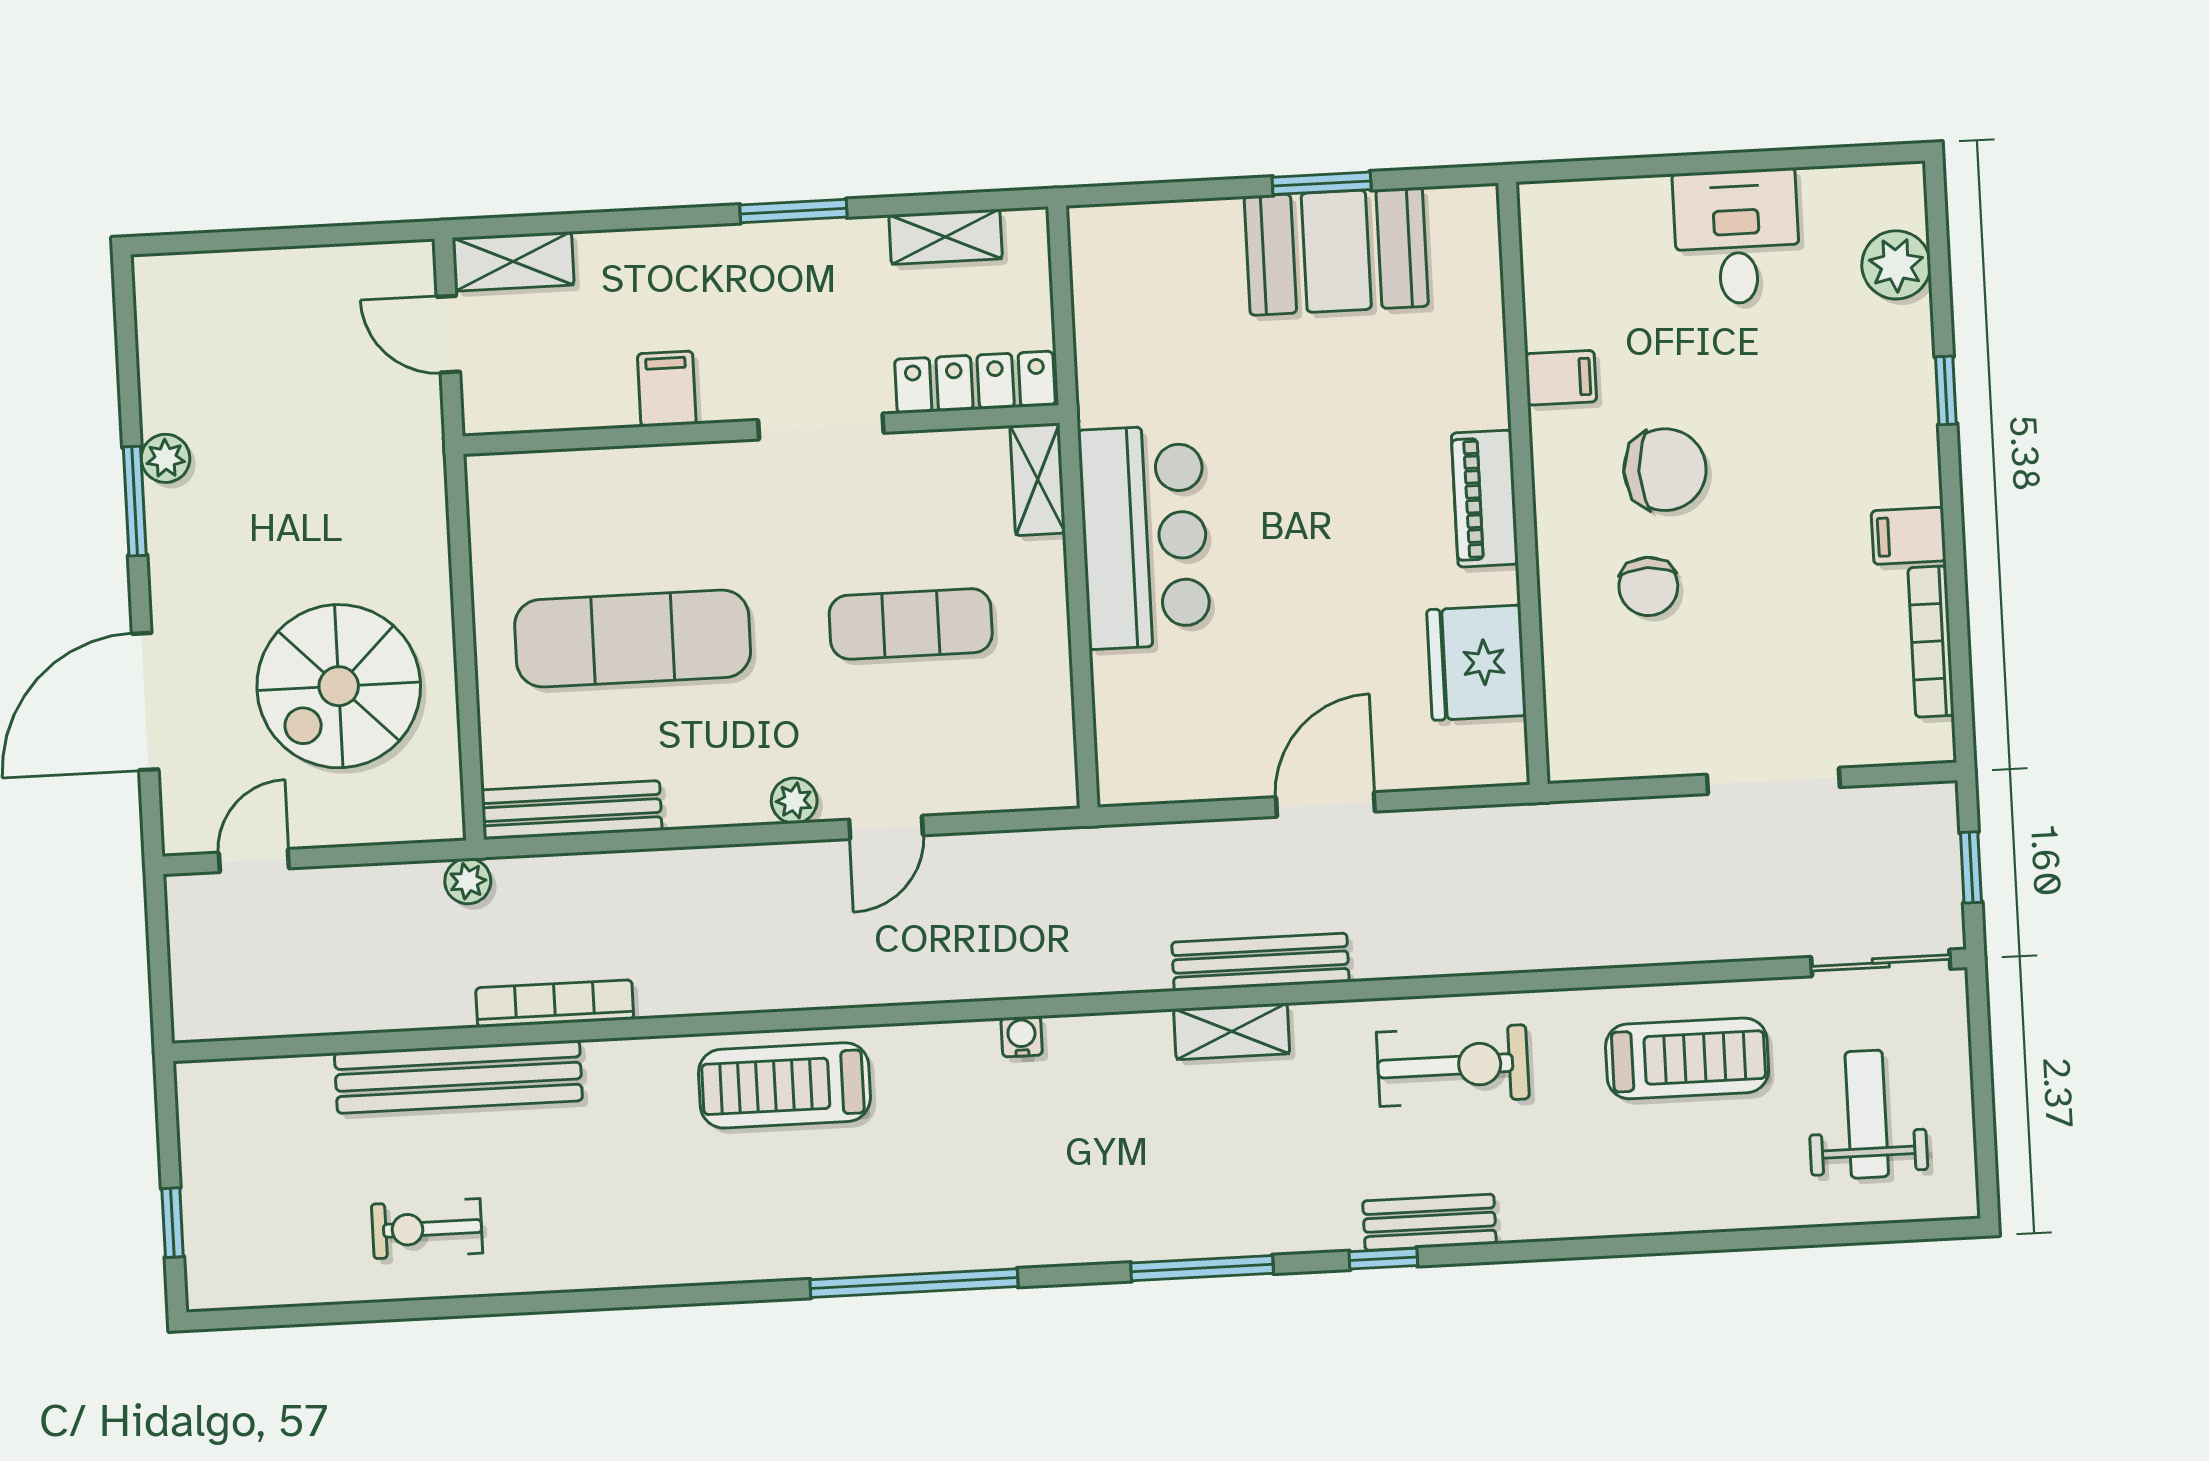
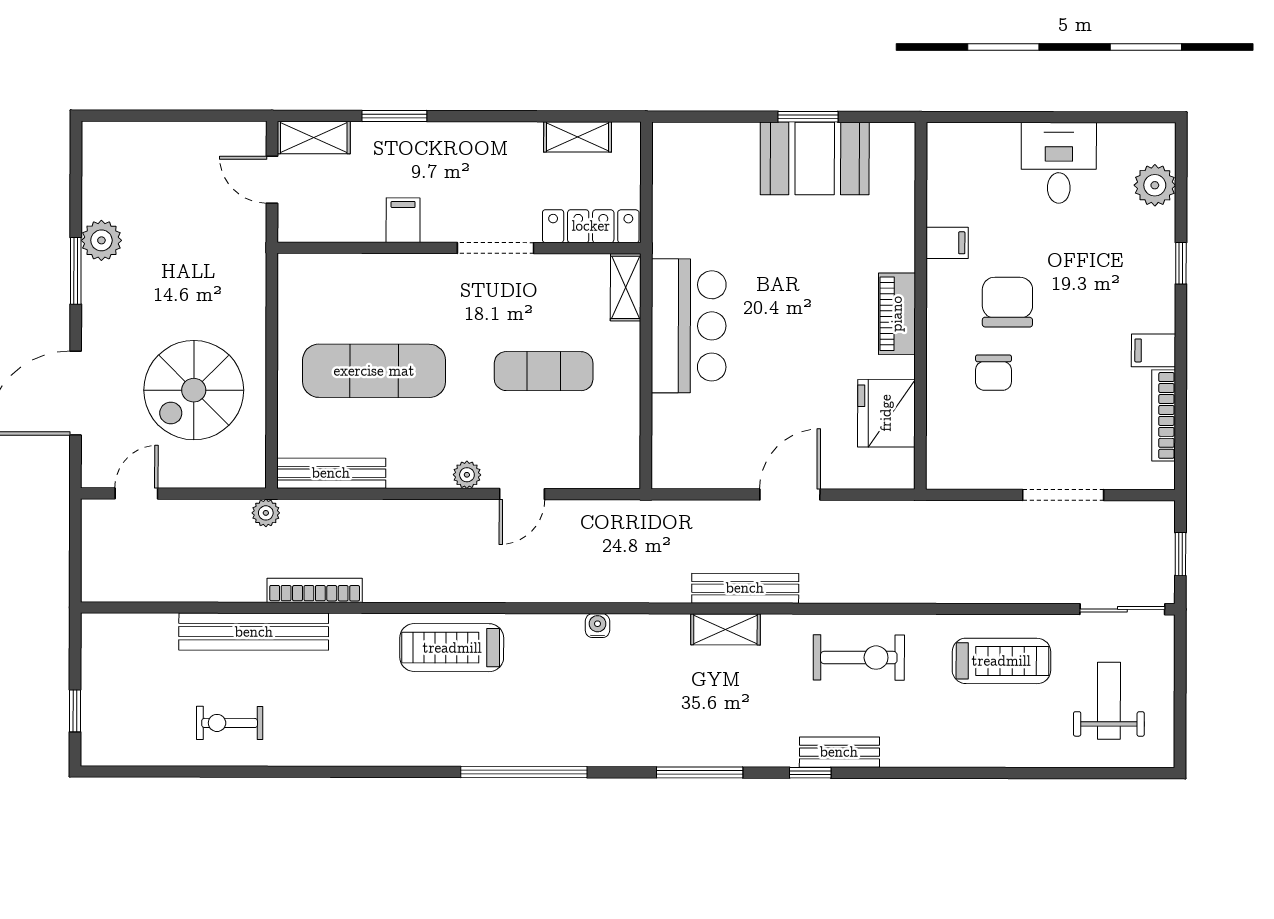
window: (793, 211) -> (394, 116), moved
plant: (166, 458) -> (101, 240), width x1.38, depth x1.38
chair: (1665, 470) -> (1007, 302), turned -90

